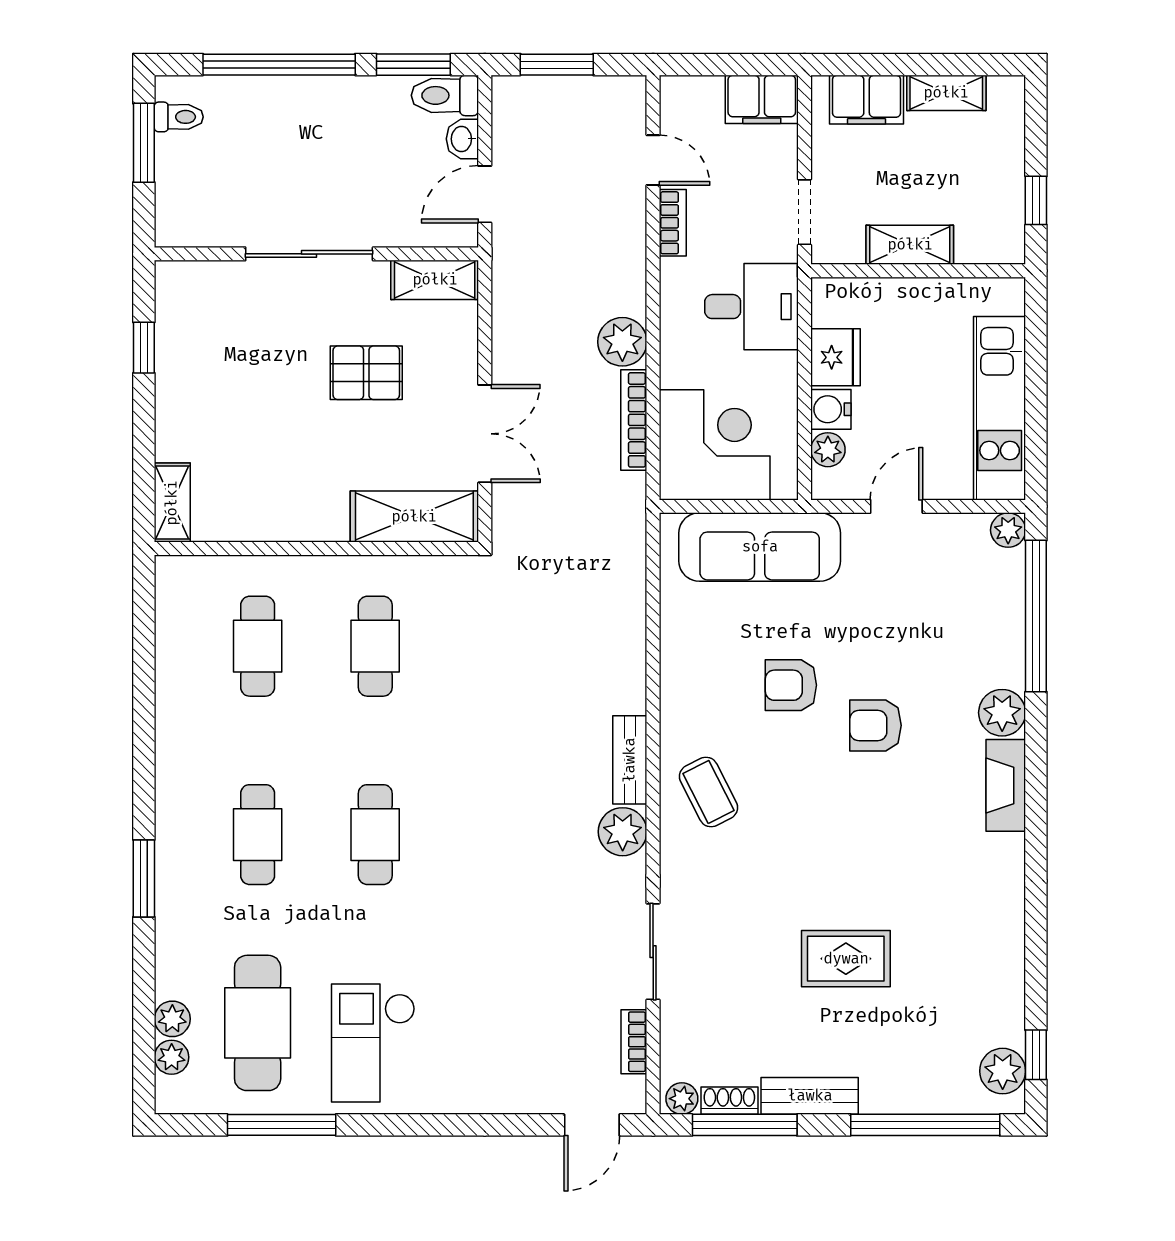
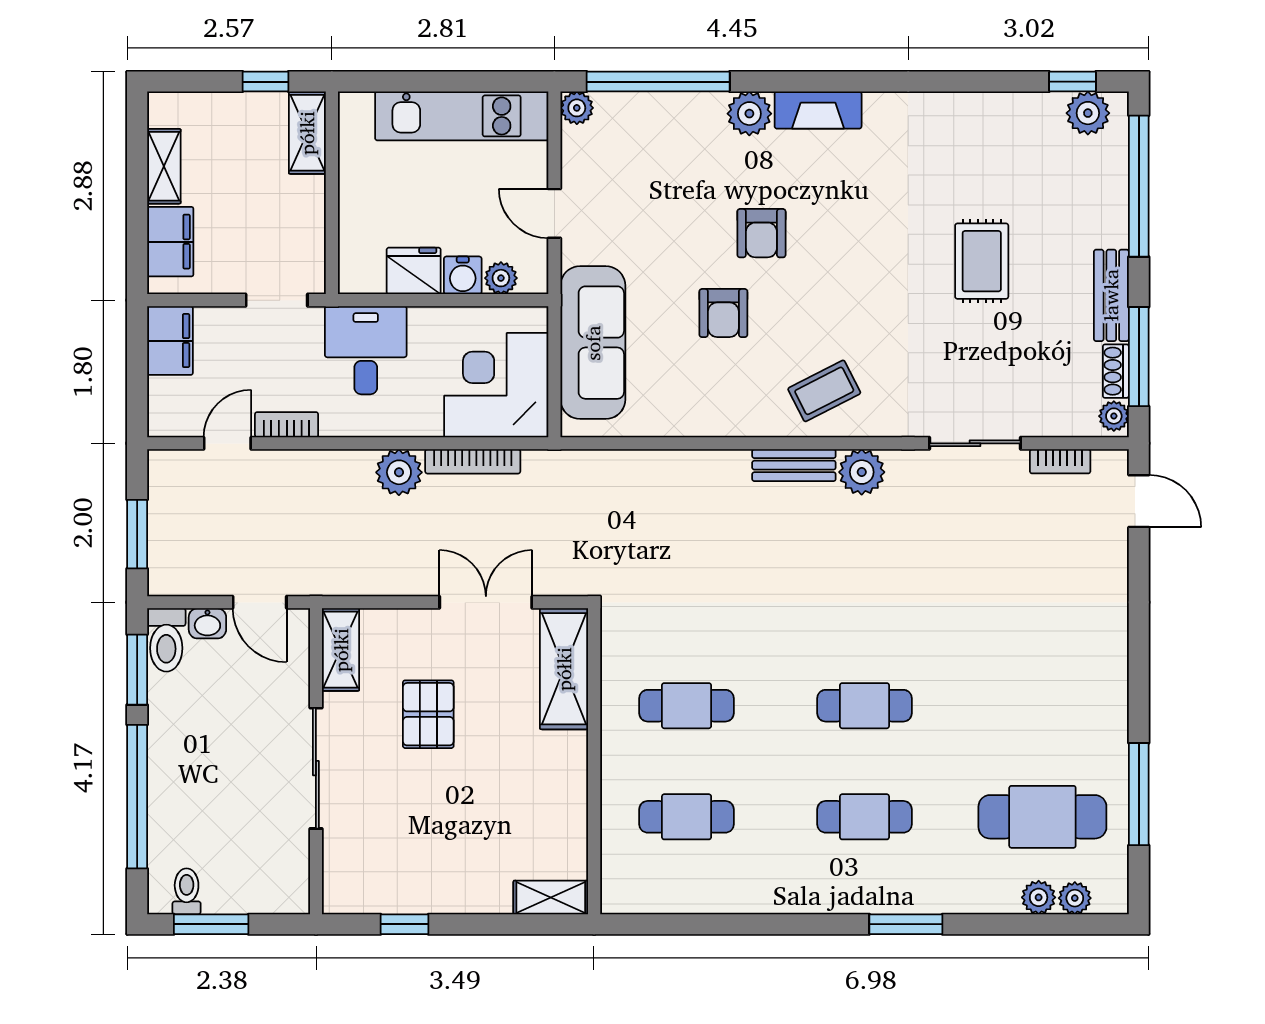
shelving: (910, 245) -> (307, 133), moved
checkout: (373, 1043) -> (1061, 708), removed

